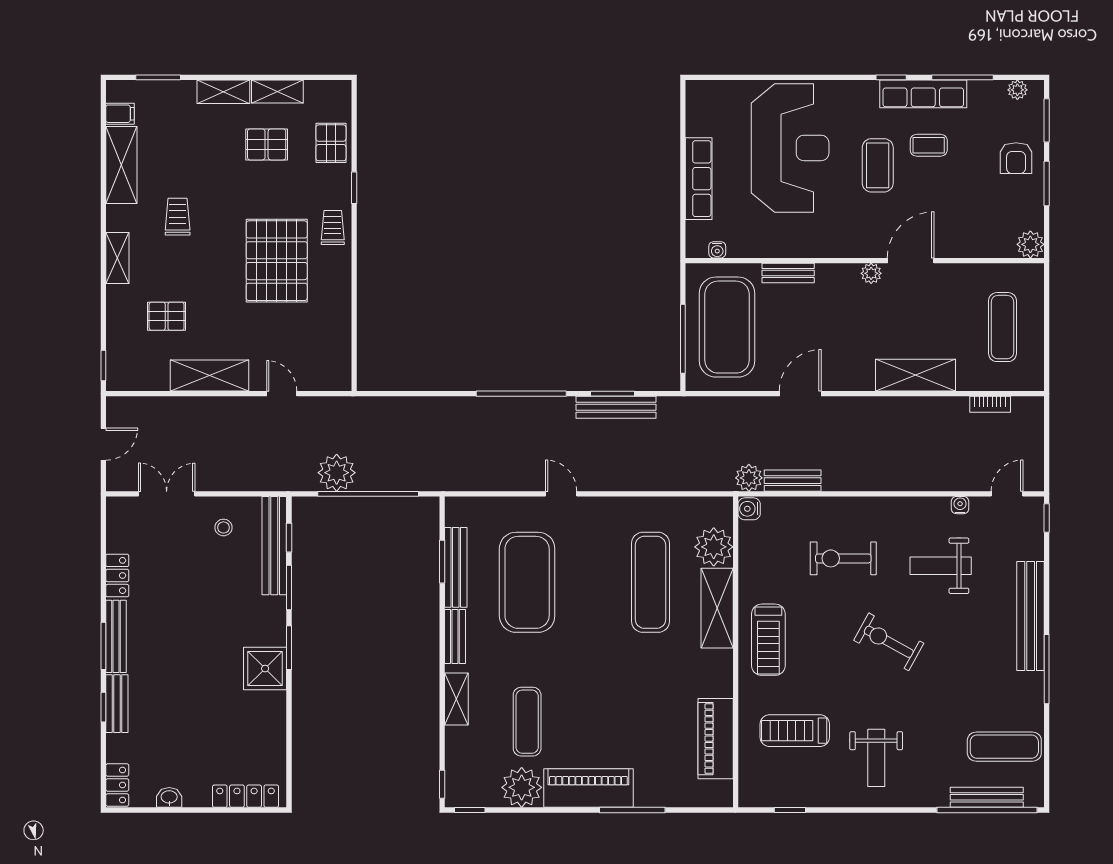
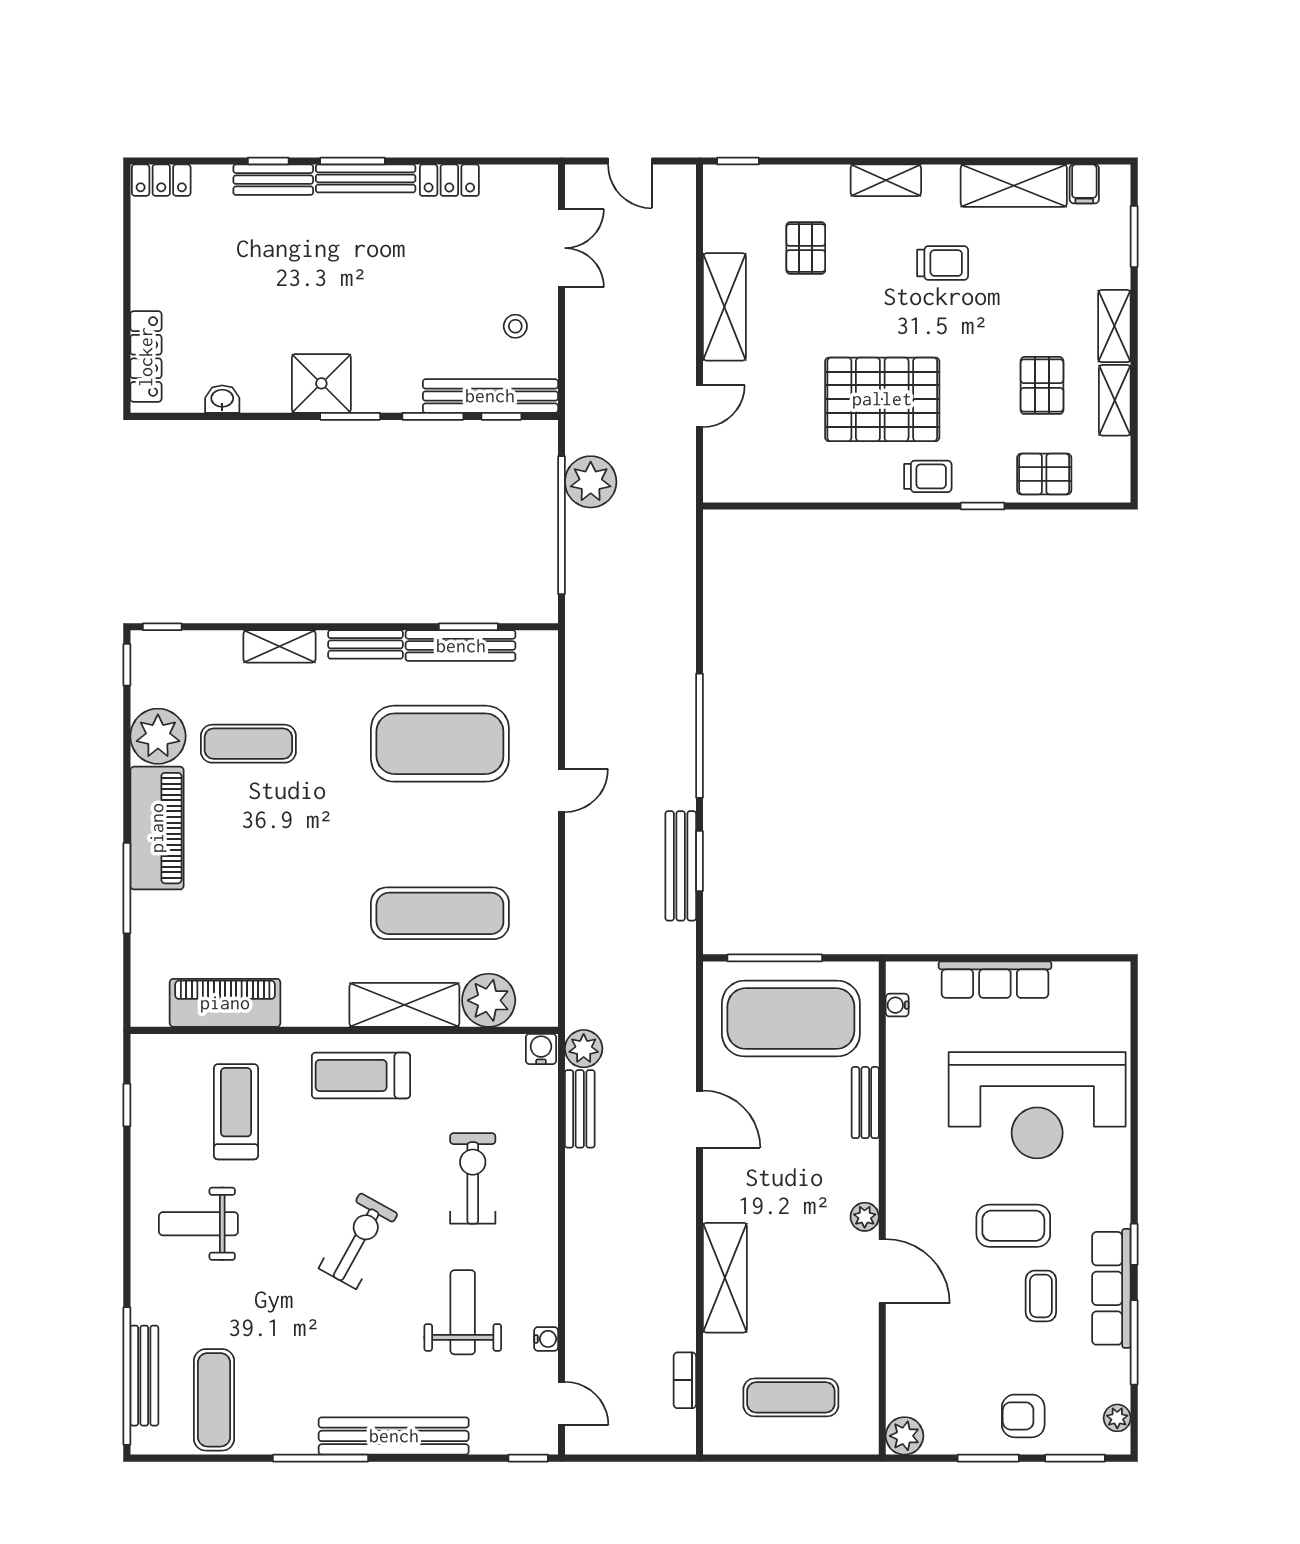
washbasin: (169, 797) -> (222, 399), moved, turned -90

